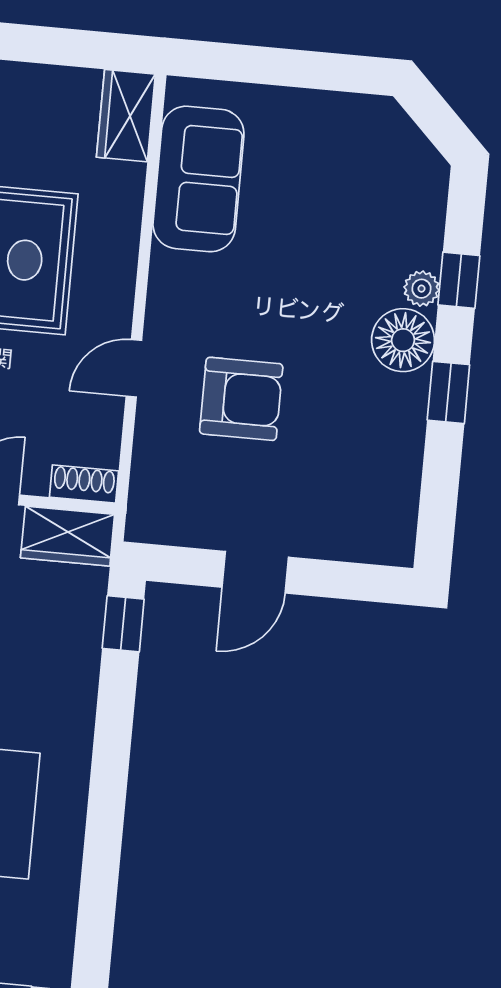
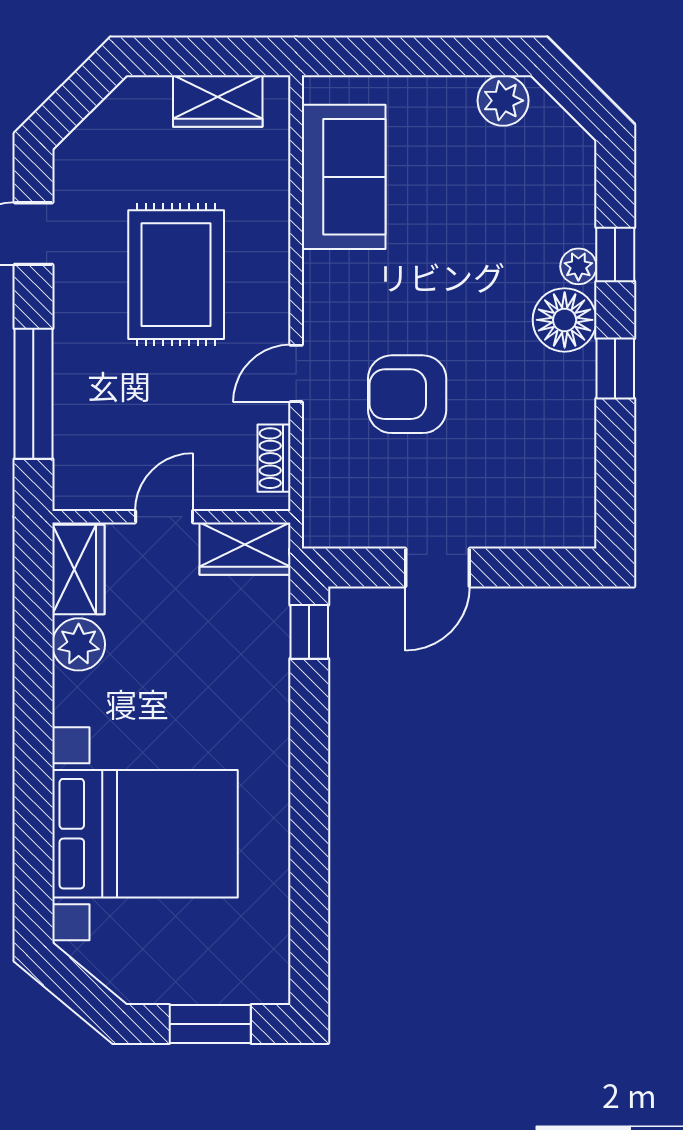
wardrobe: (126, 116) -> (218, 101), moved, turned -90
plant: (362, 118) -> (503, 101), added
armchair: (241, 399) -> (407, 394), turned 180
shoe rack: (84, 484) -> (274, 458), moved, turned -90

